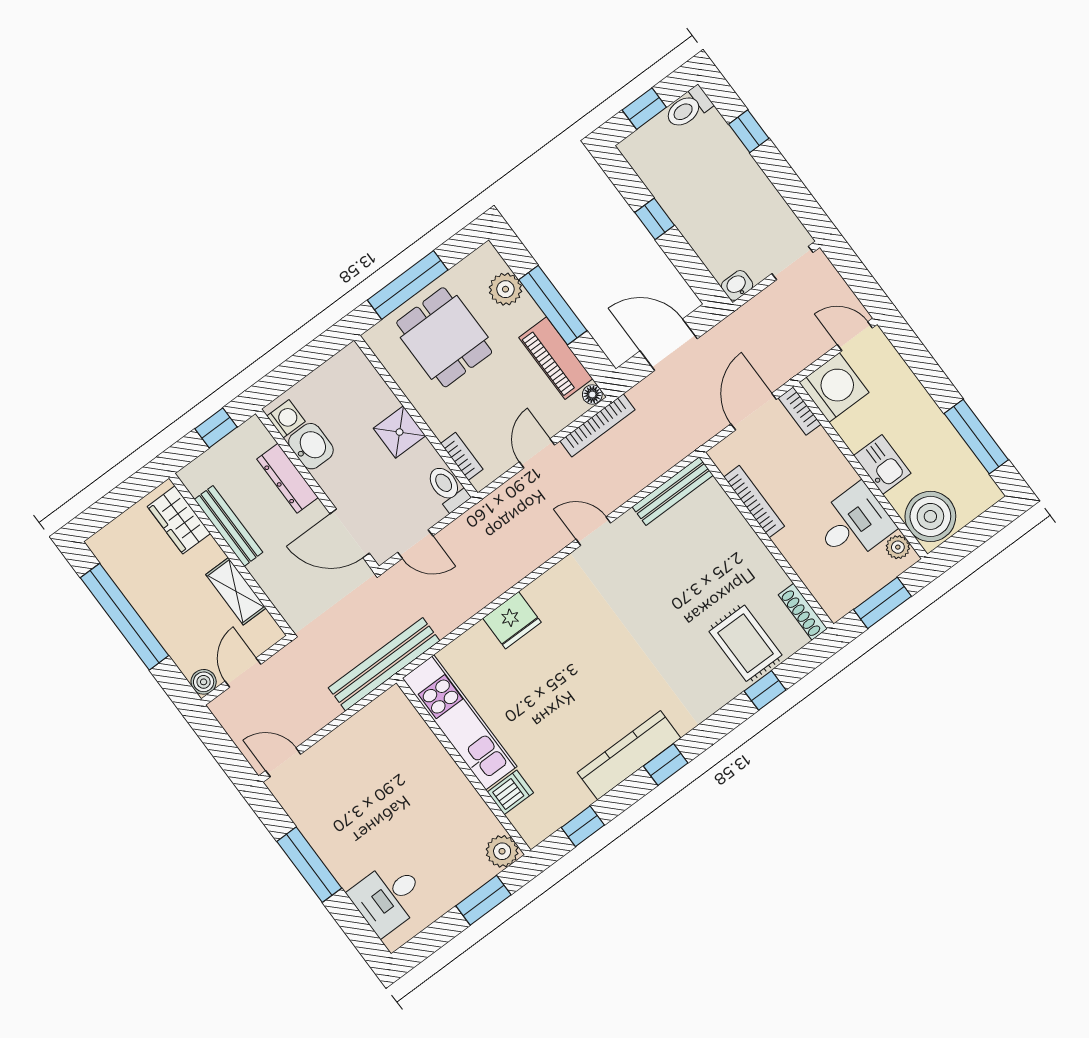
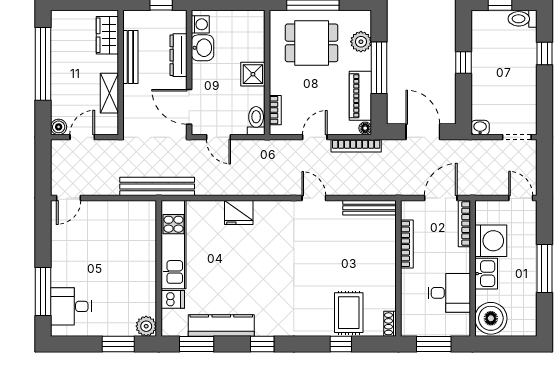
dining table: (444, 337) -> (312, 43), turned 90
washing machine: (834, 387) -> (491, 241), moved
bookcase: (800, 411) -> (464, 224), width x1.56
window: (976, 437) -> (544, 268), moved
plant: (898, 547) -> (463, 322), removed
shoe rack: (803, 612) -> (390, 324), width x0.70
kitchen counter: (629, 755) -> (221, 326), moved
door: (283, 762) -> (69, 198), swing flipped
window: (583, 826) -> (197, 344), width x1.50
window: (309, 865) -> (43, 291), moved

